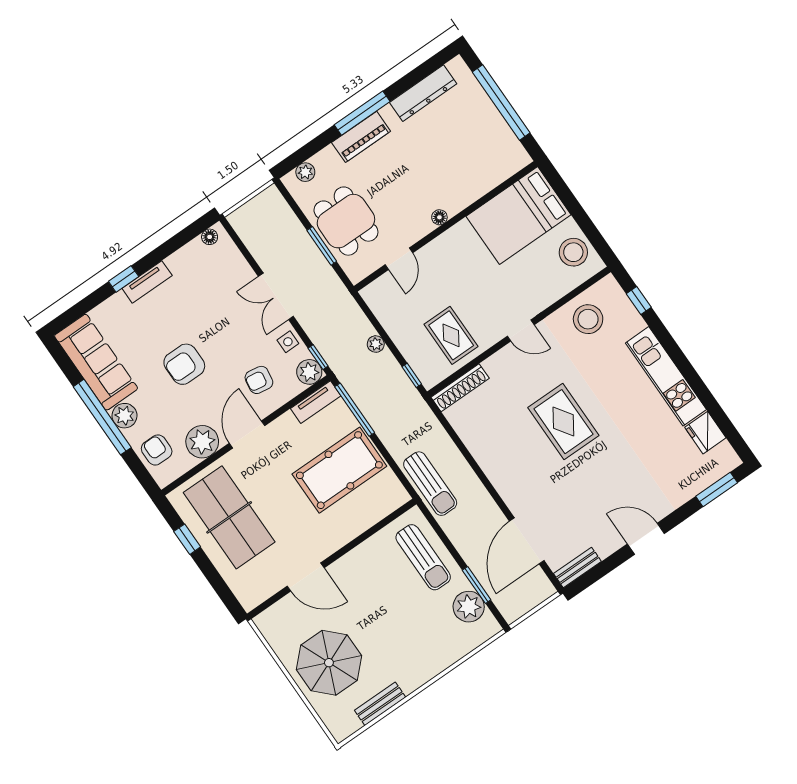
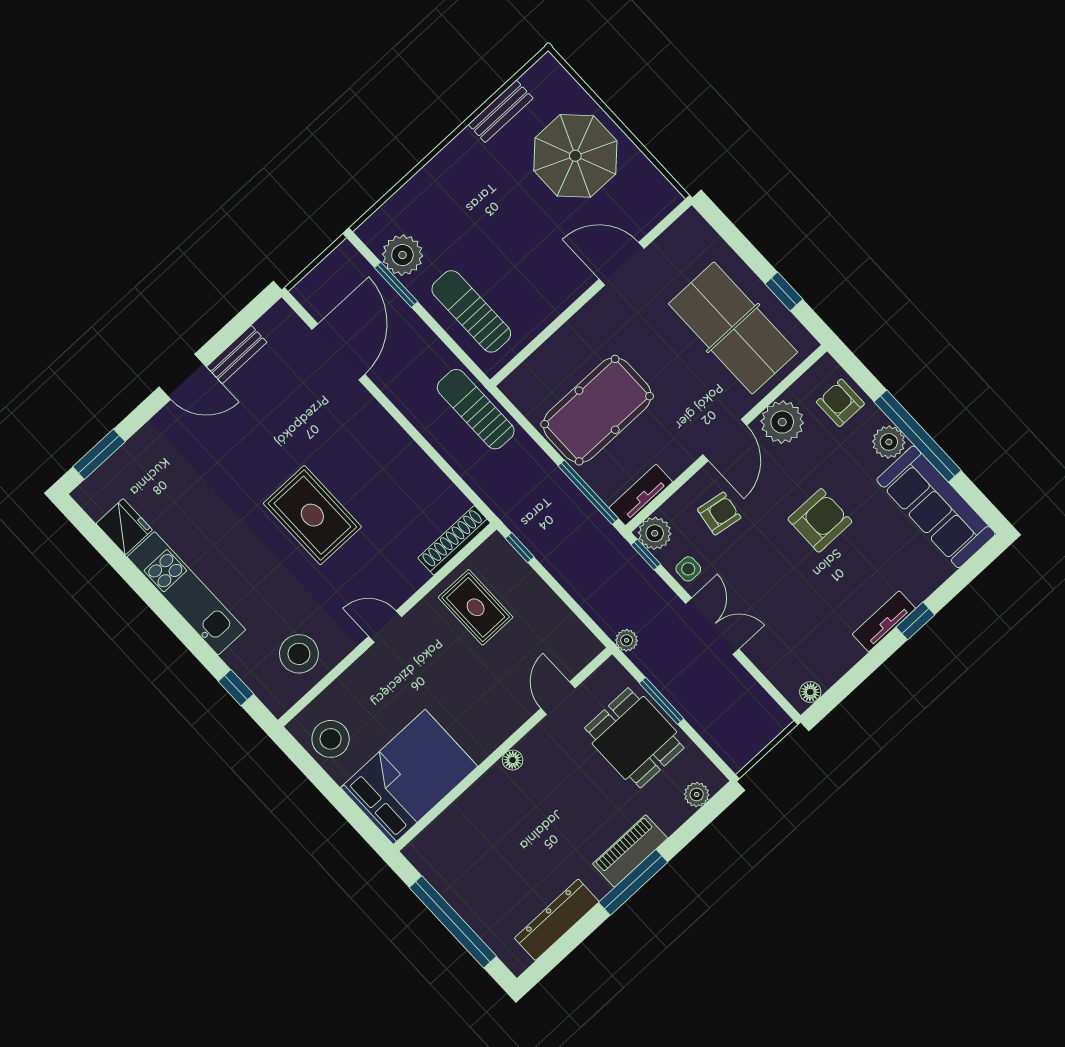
plant: (376, 344) -> (627, 640), moved
armchair: (157, 450) -> (840, 403), turned 180
bench: (577, 567) -> (237, 355), moved

